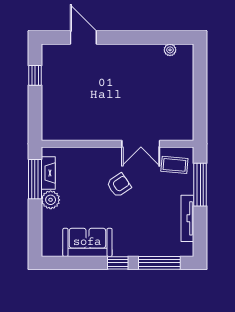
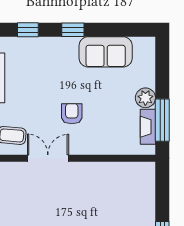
armchair: (119, 185) -> (72, 114), turned 124
window: (159, 263) -> (28, 30), width x0.46

